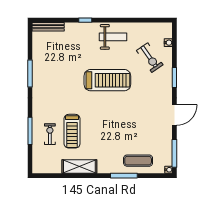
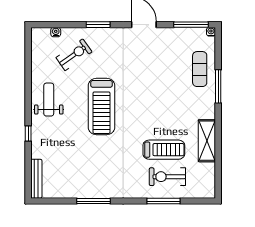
treadmill: (107, 80) -> (102, 106), turned 180
exercise bike: (50, 134) -> (167, 177), width x1.38, depth x1.39

